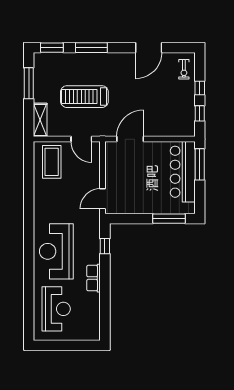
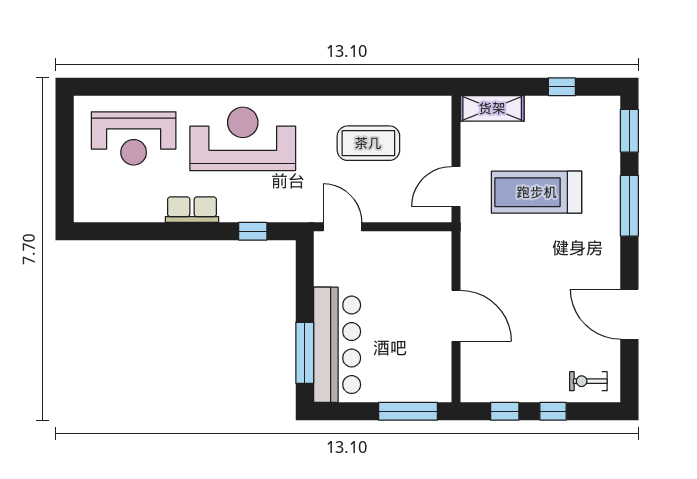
window: (29, 83) -> (562, 87), width x0.46
treadmill: (84, 97) -> (537, 192), turned -90
door: (130, 139) -> (456, 316), moved
coffee table: (52, 162) -> (368, 143), moved
bar counter: (183, 172) -> (337, 345), moved, turned 90

